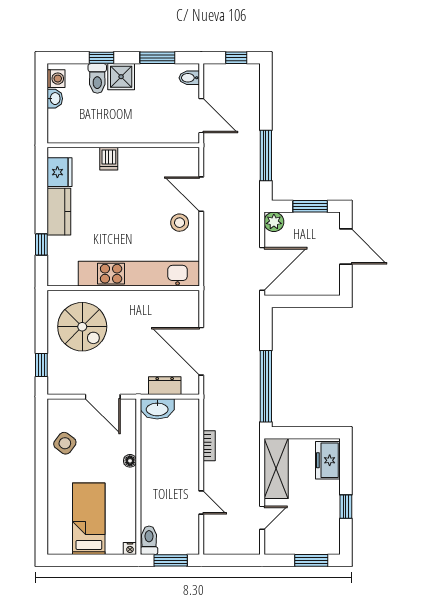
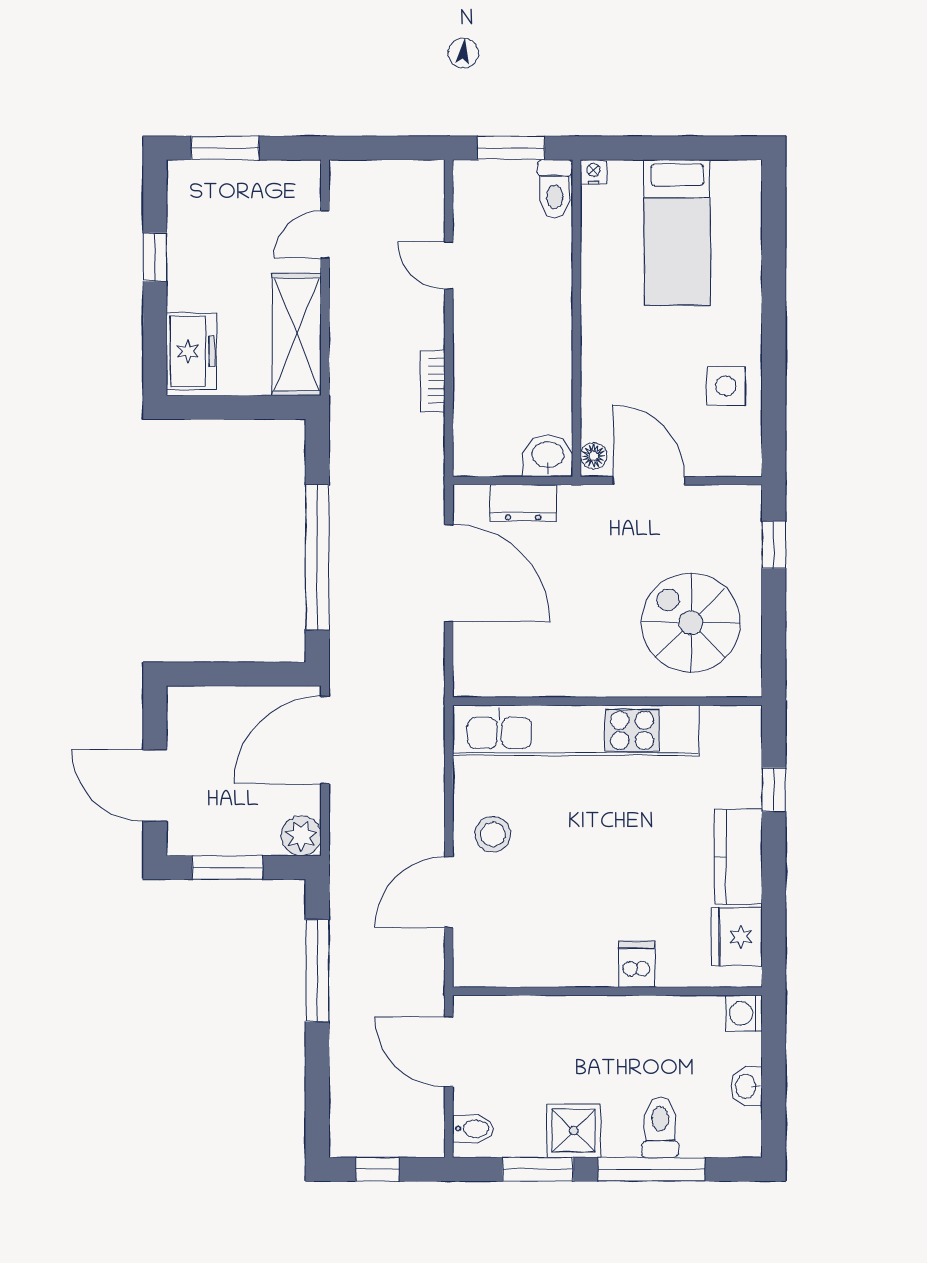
window: (102, 58) -> (651, 1169), width x2.17
shower: (121, 77) -> (574, 1131), moved
washing machine: (56, 79) -> (744, 1013), moved
door: (201, 194) -> (449, 892), swing flipped
window: (266, 386) -> (317, 557), moved
washbasin: (157, 409) -> (548, 456), width x0.72
side table: (65, 443) -> (726, 386), turned -37
floor lamp: (130, 461) -> (594, 456), moved

